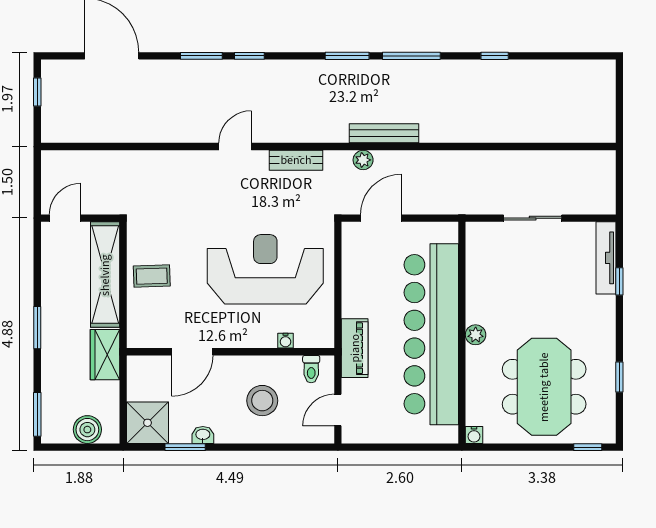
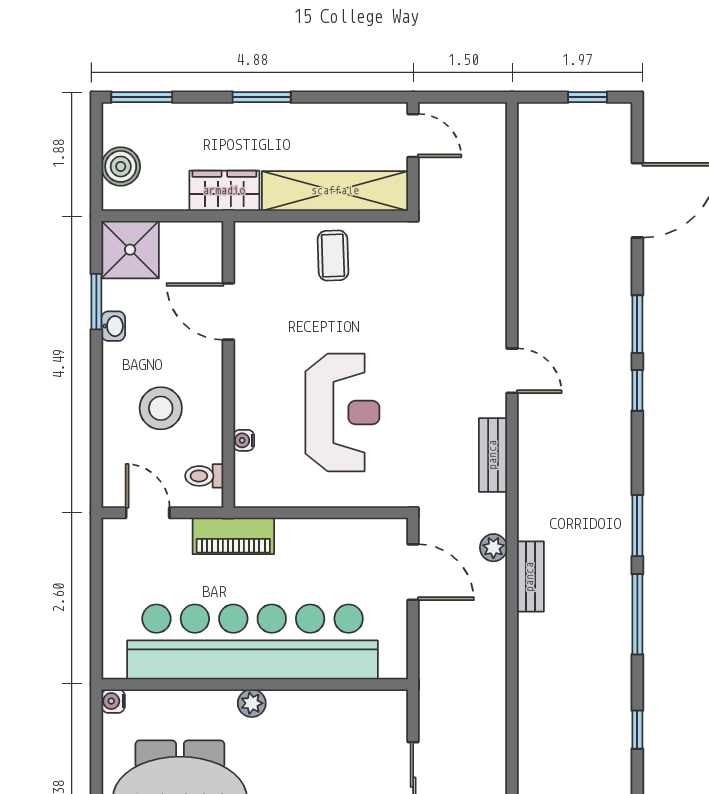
bench: (384, 133) -> (530, 577), width x0.73
reception desk: (265, 269) -> (342, 413), width x0.74, depth x0.77

